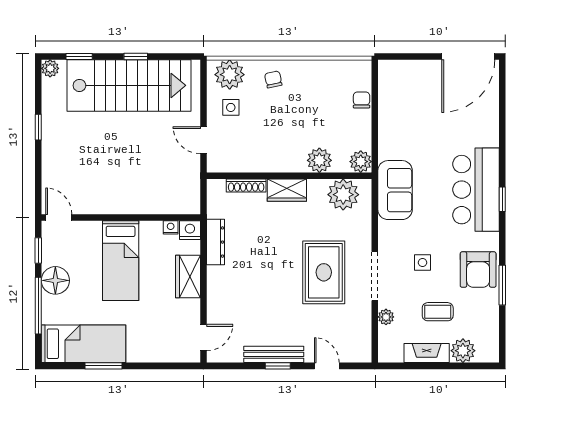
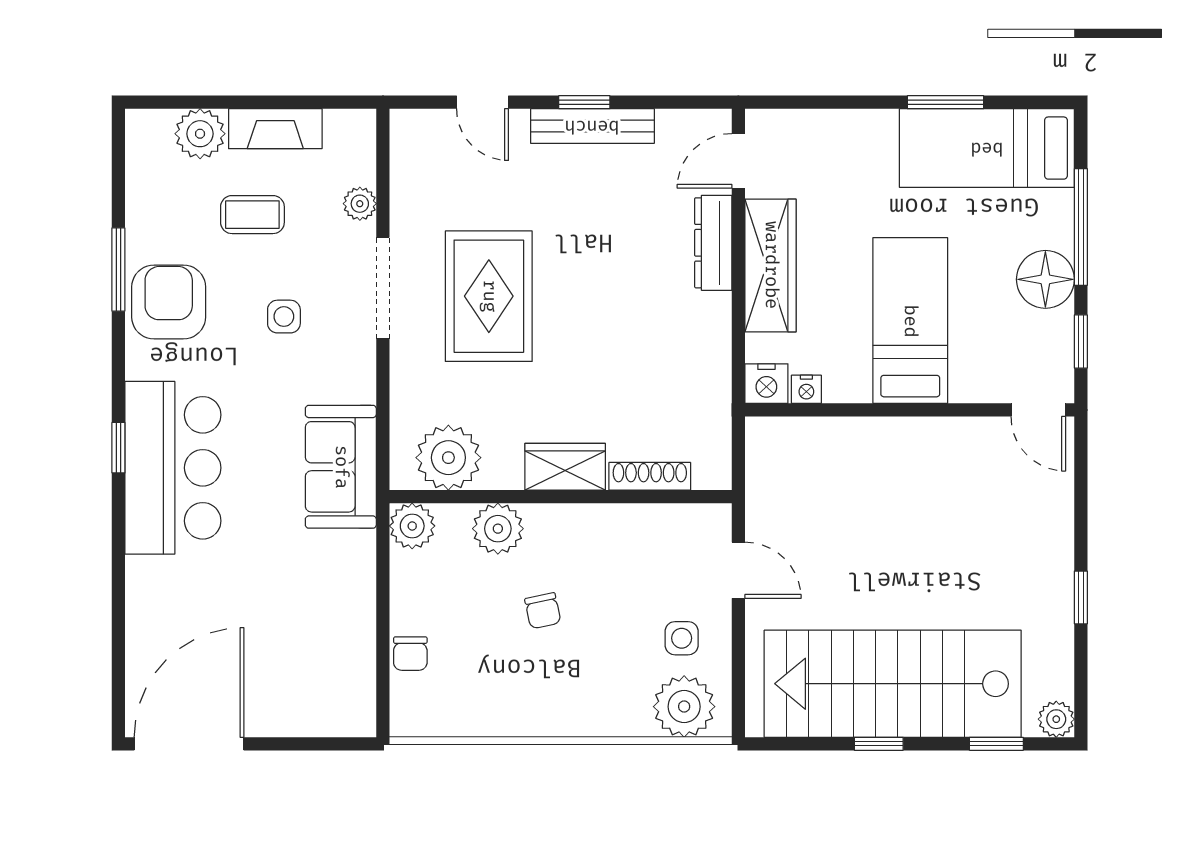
chair: (273, 79) -> (543, 611), moved
dresser: (216, 242) -> (713, 243), moved
wardrobe: (188, 276) -> (771, 265), width x1.50

